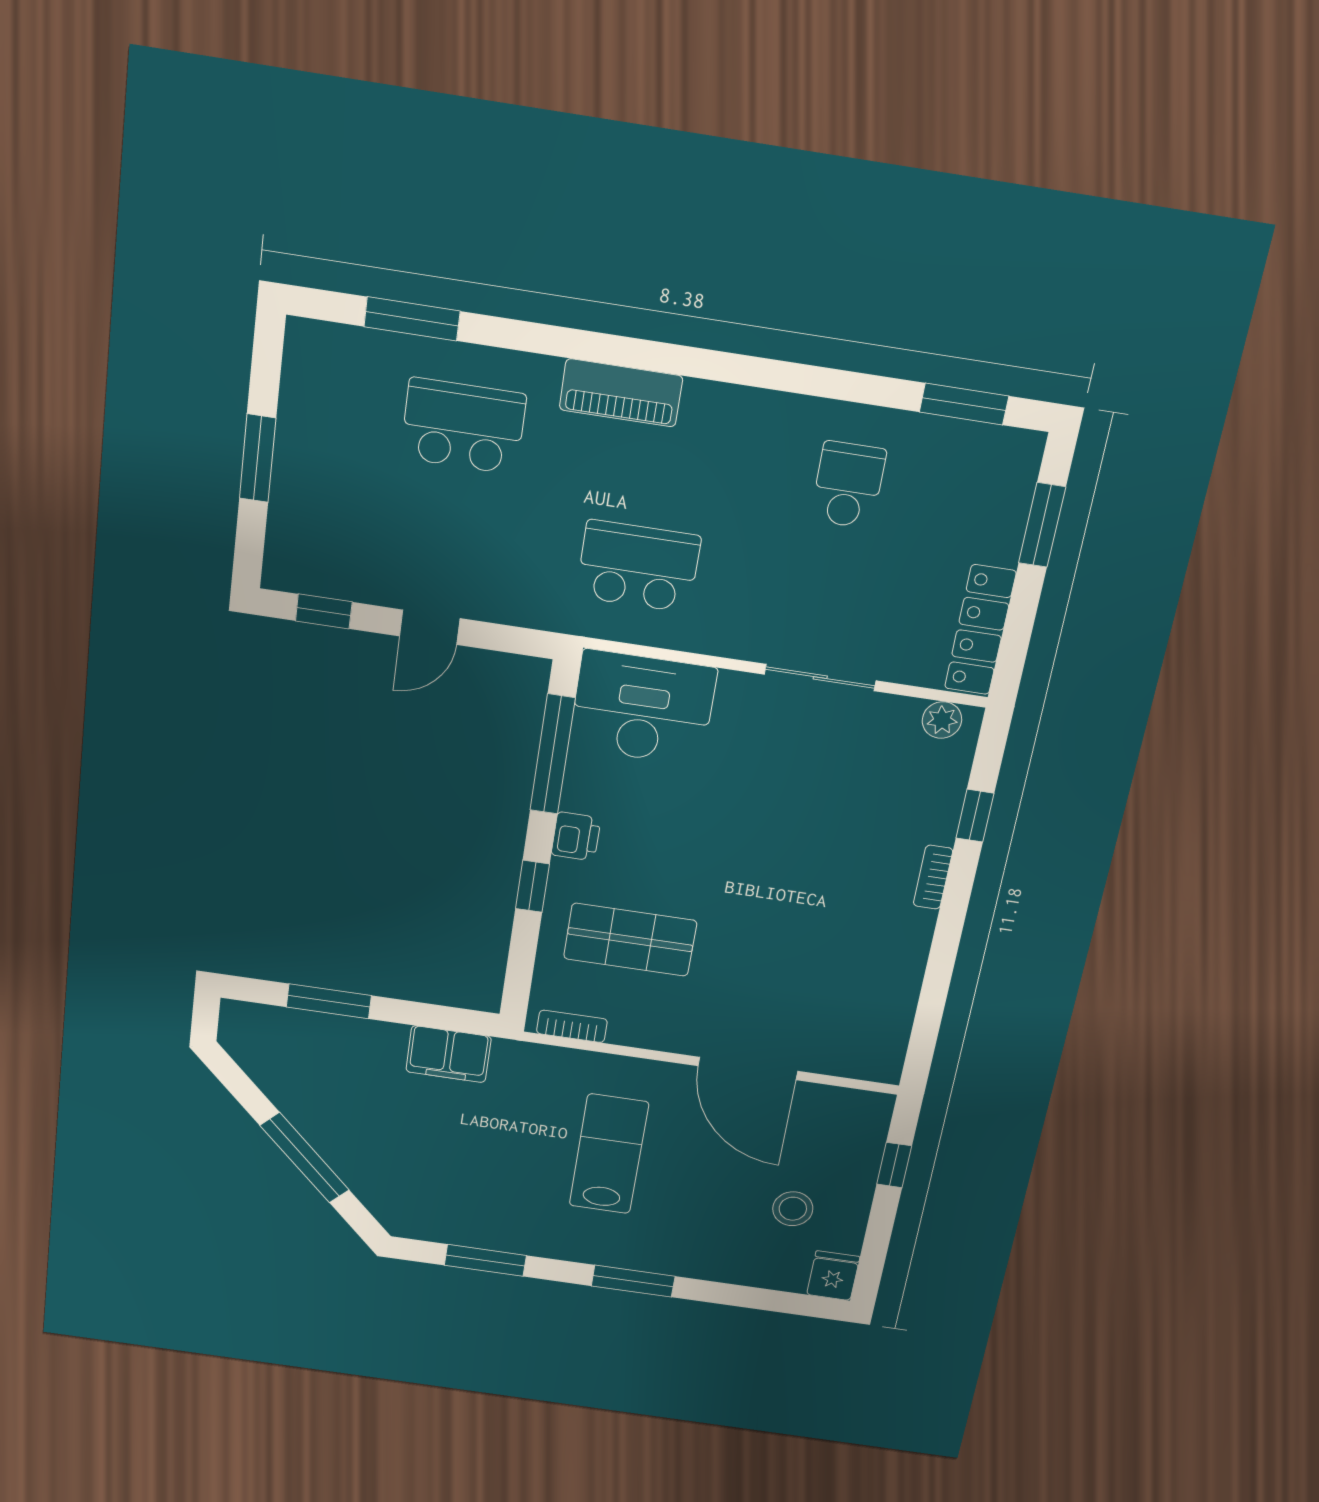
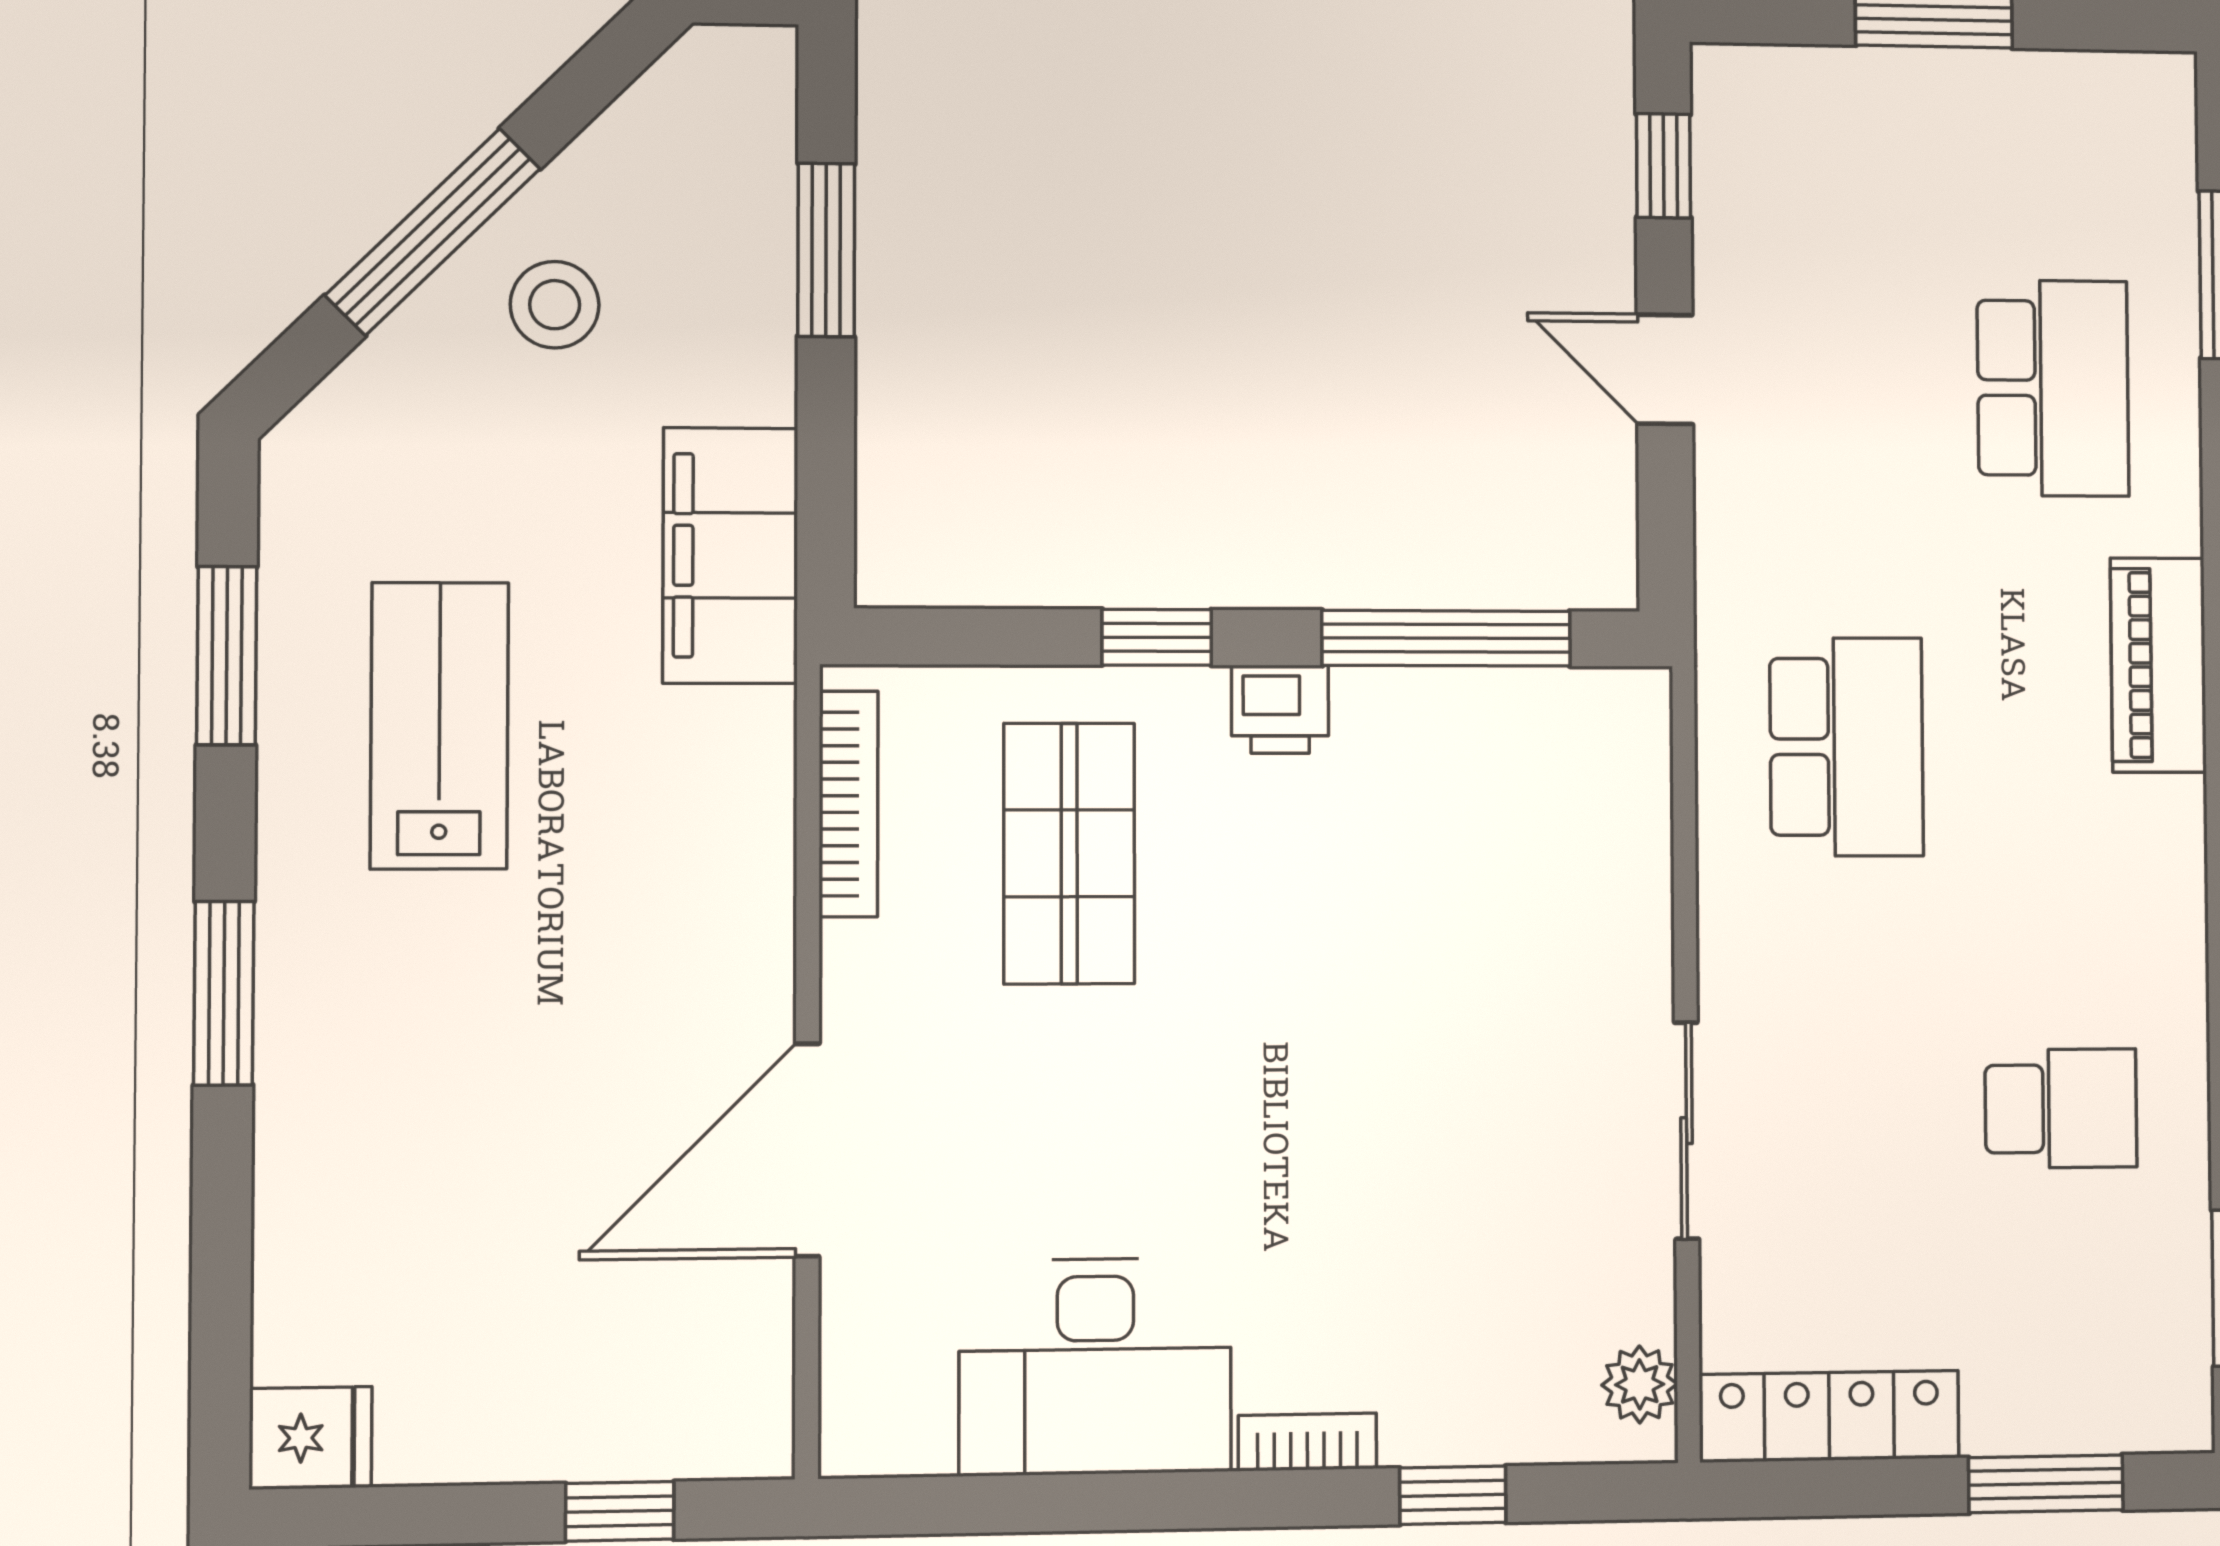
desk: (643, 708) -> (1095, 1366), moved, turned 90
bookcase: (572, 1026) -> (848, 804), width x1.56
filing cabinet: (449, 1054) -> (730, 556), width x1.50, depth x1.17
lab bench: (609, 1154) -> (439, 726), moved, turned -90
stool: (793, 1209) -> (555, 305), moved

